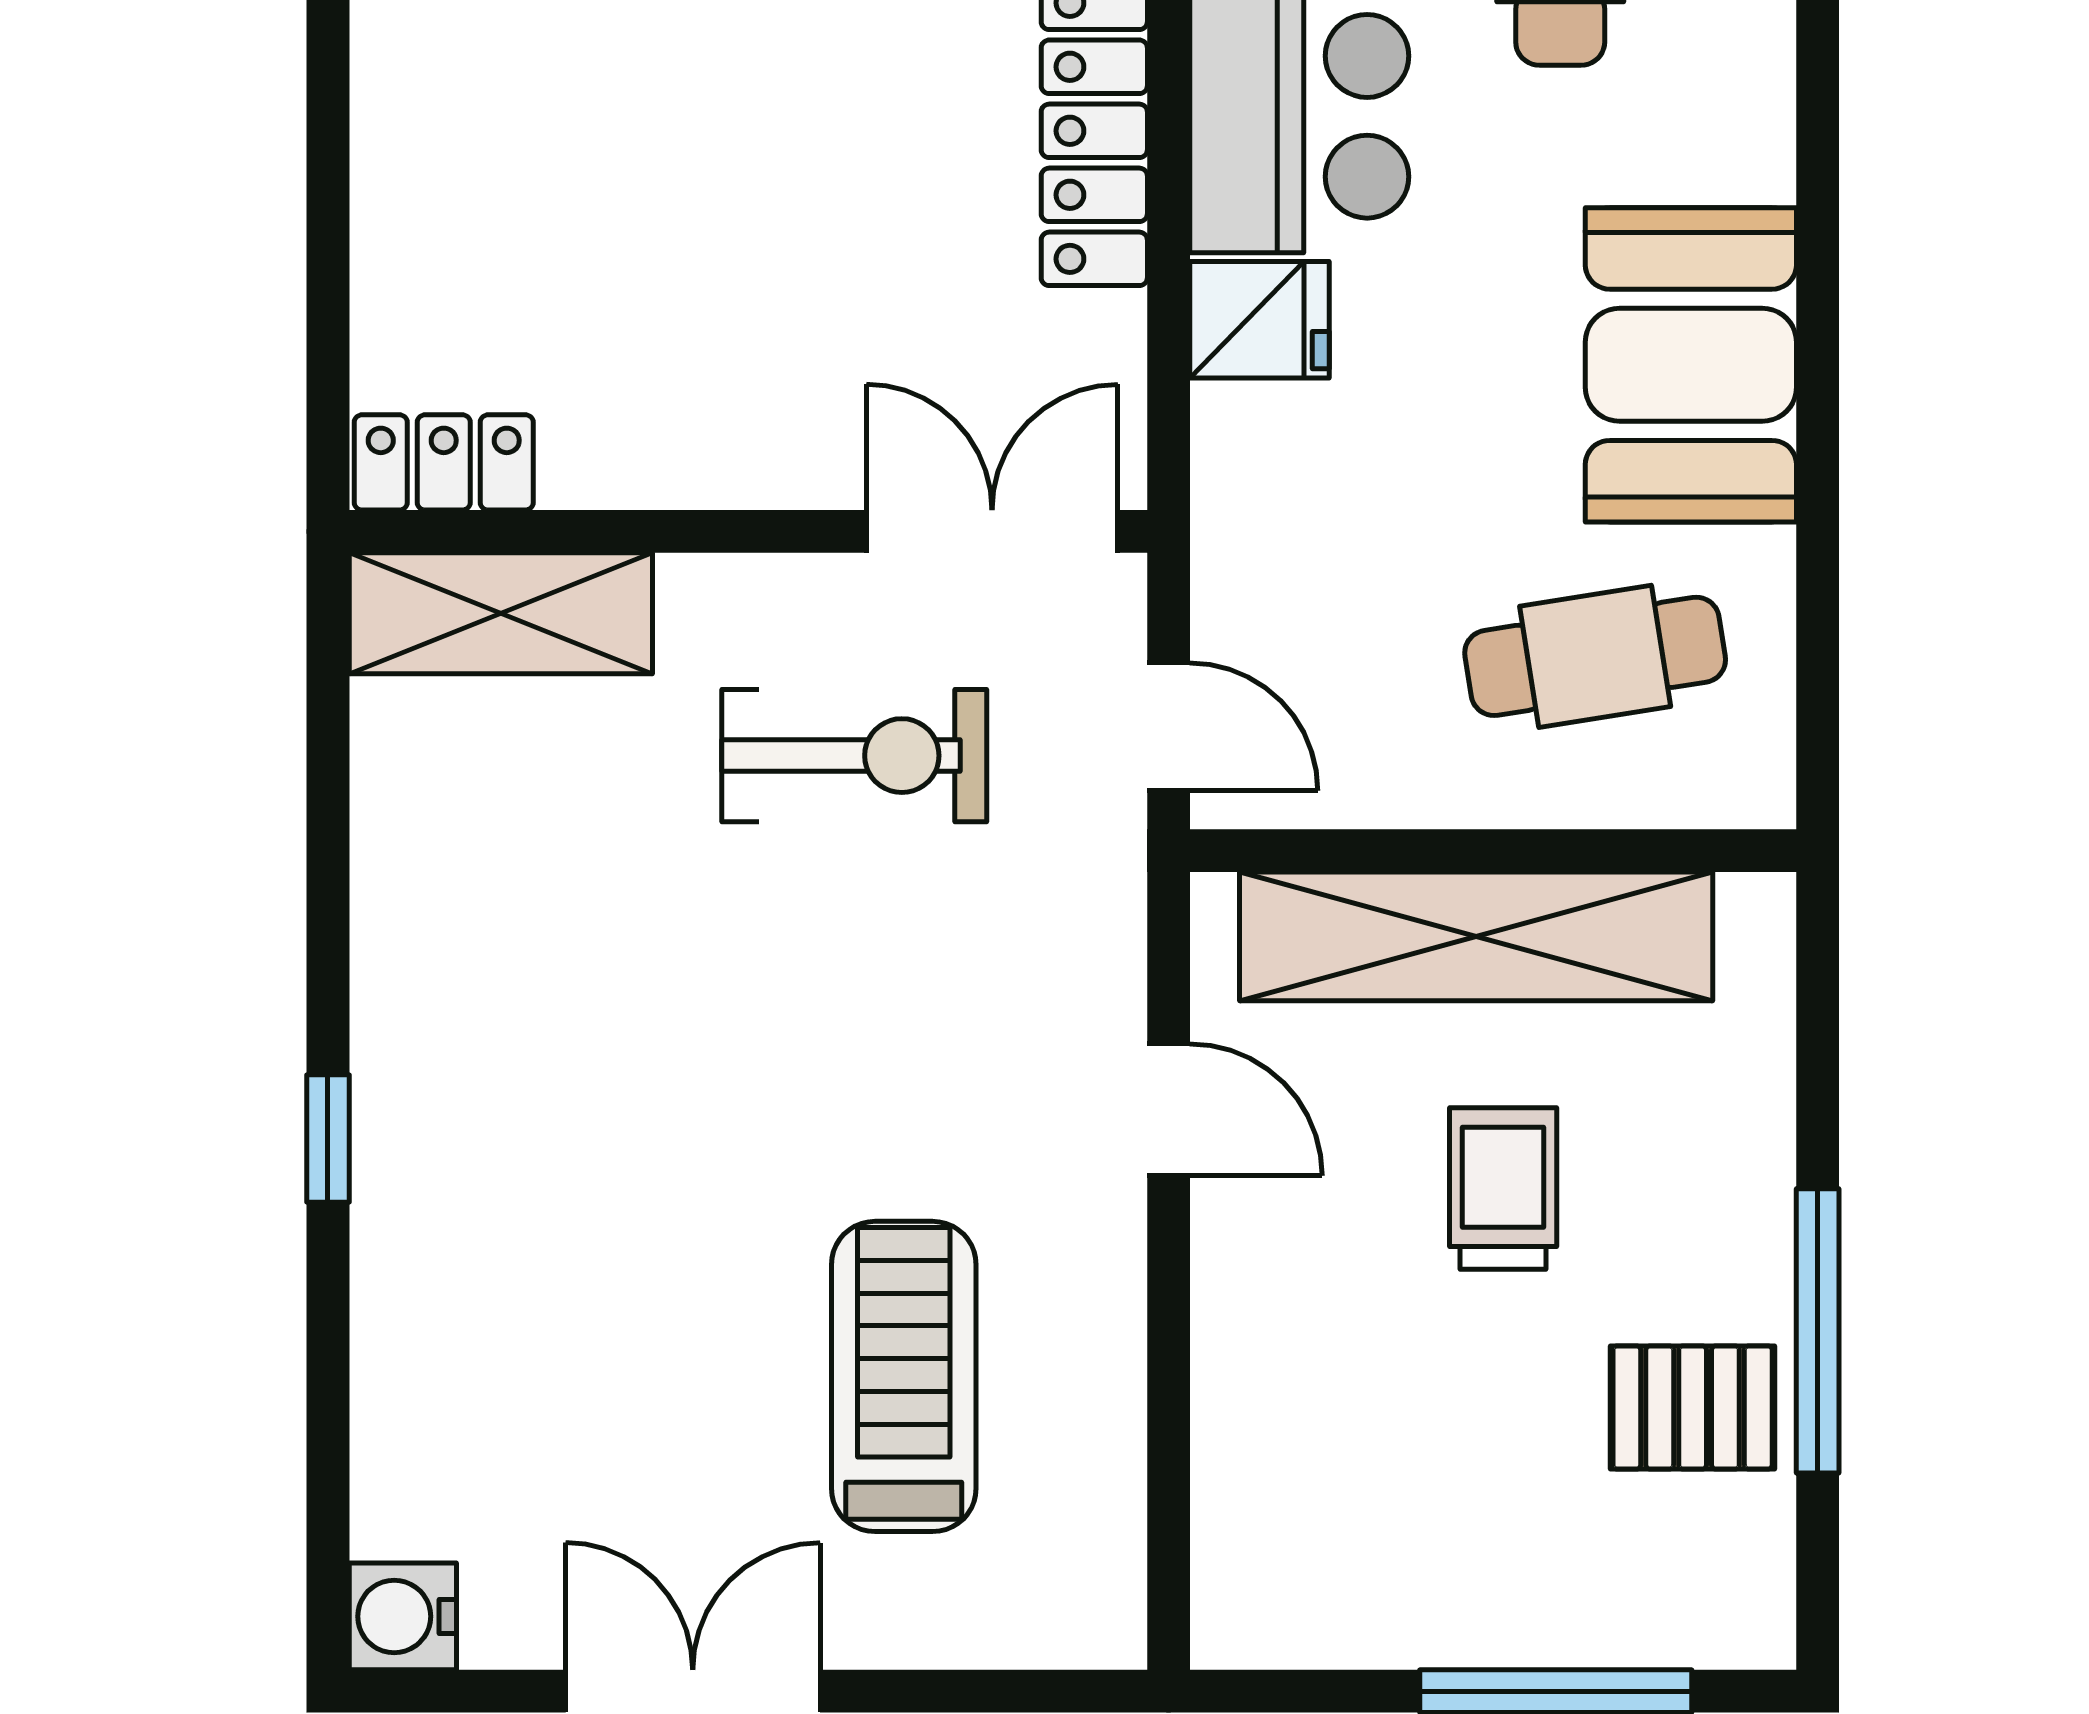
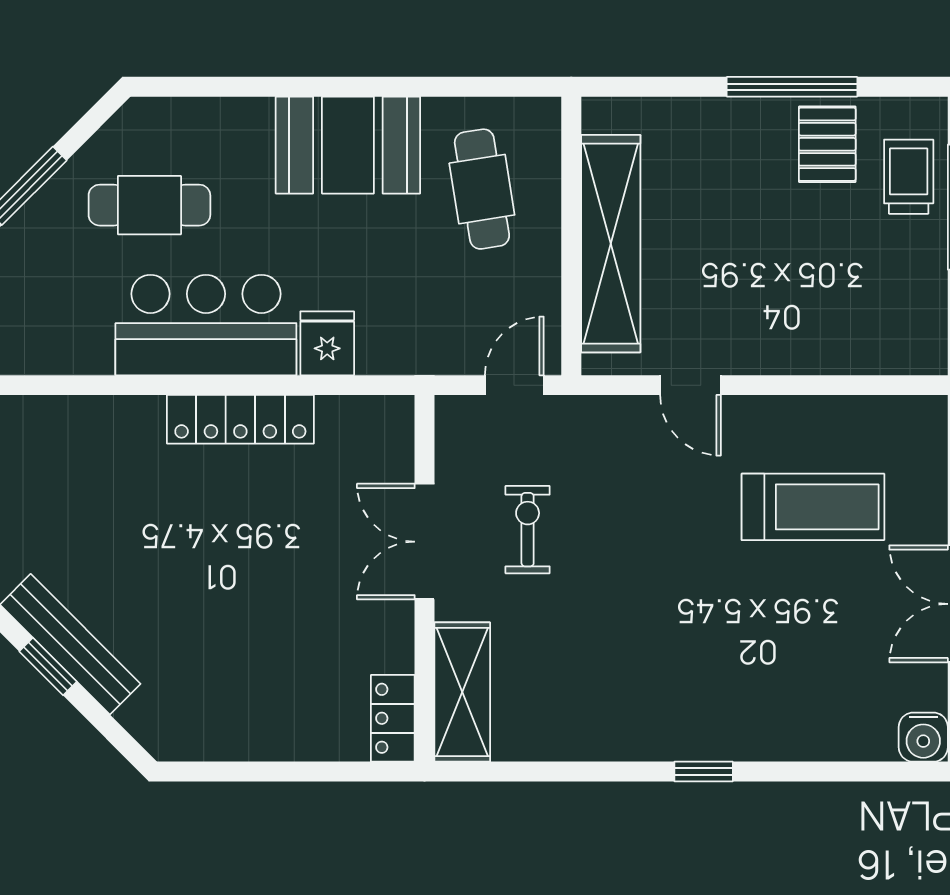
double door: (992, 531) -> (425, 542), moved
exercise bike: (854, 756) -> (528, 530), width x0.73, depth x0.72
door: (1169, 1110) -> (690, 385), swing flipped
trolley: (1503, 1189) -> (909, 177), moved, turned 90
treadmill: (904, 1376) -> (813, 507), turned 180

